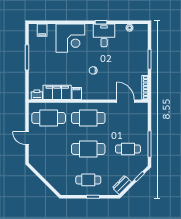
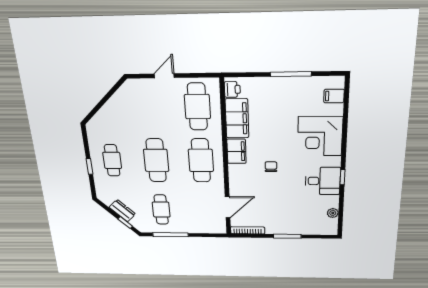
filing cabinet: (77, 93) -> (236, 151), width x2.00
dresser: (122, 185) -> (122, 211), moved

